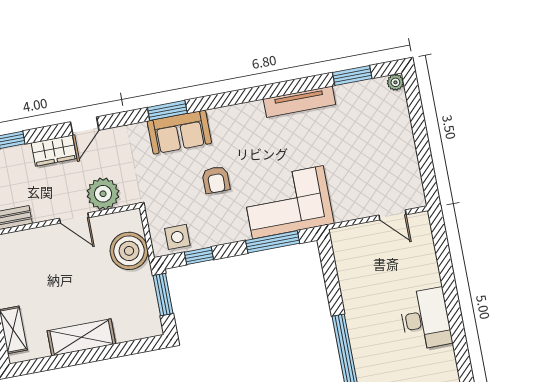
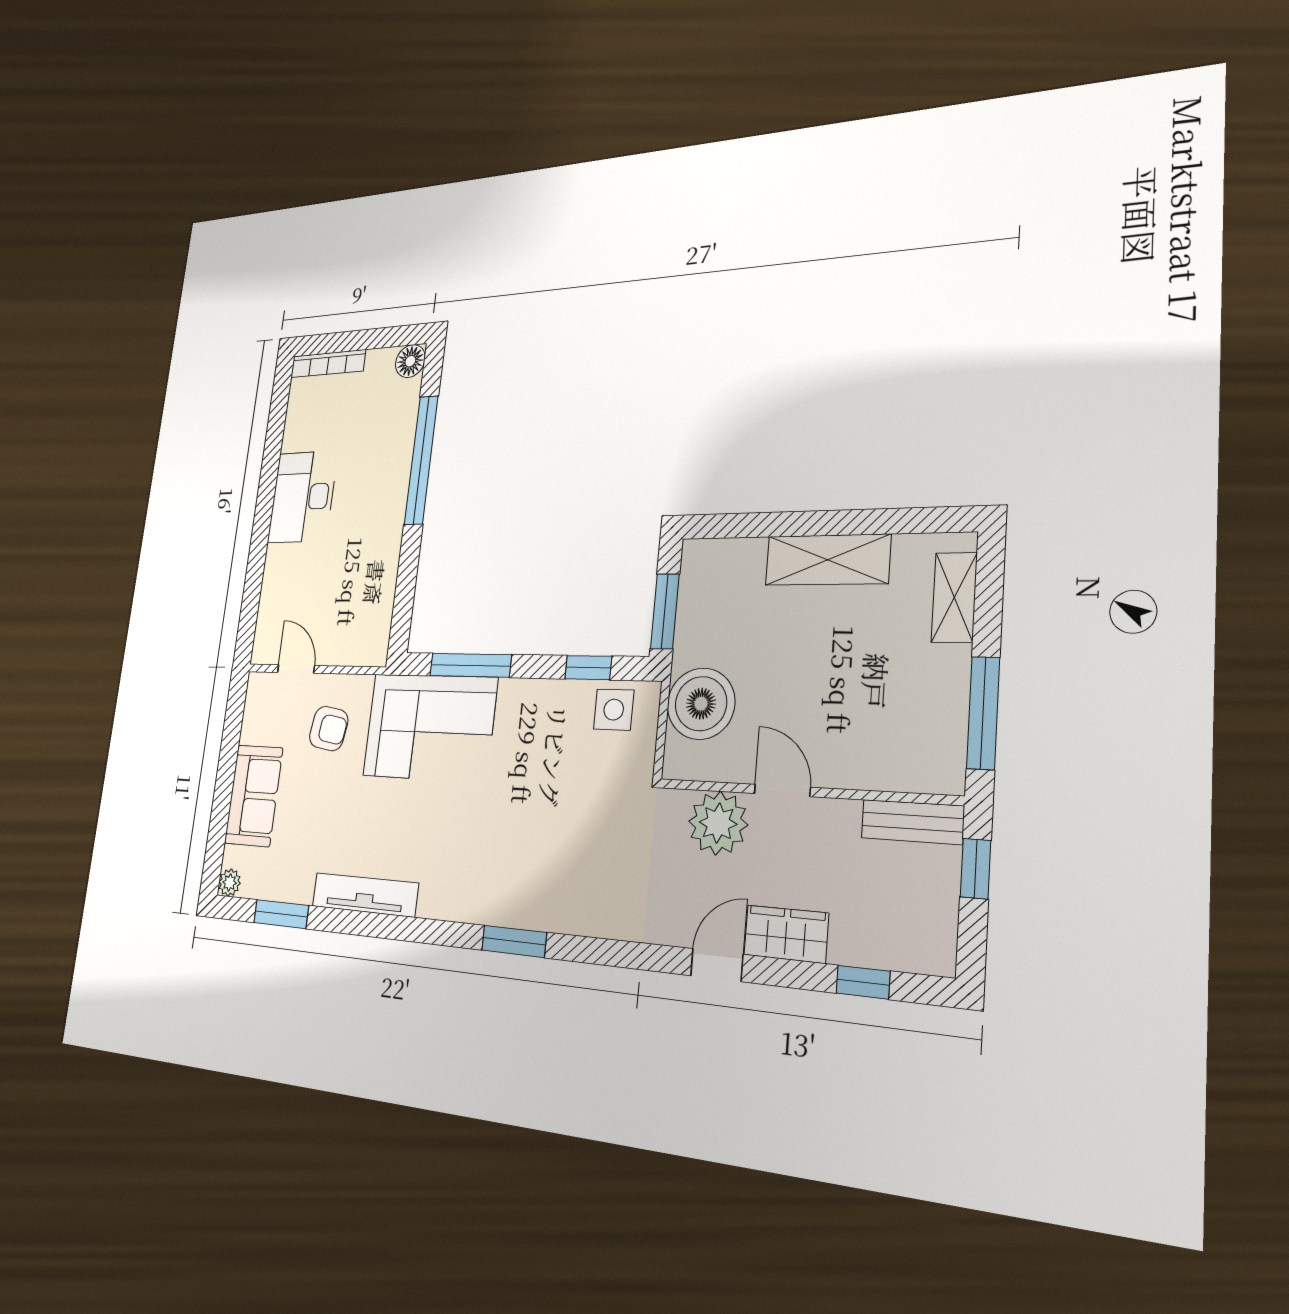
window: (167, 110) -> (514, 941), moved
sofa: (179, 132) -> (254, 796), moved, turned 90
armchair: (216, 180) -> (329, 729), moved, turned 99

